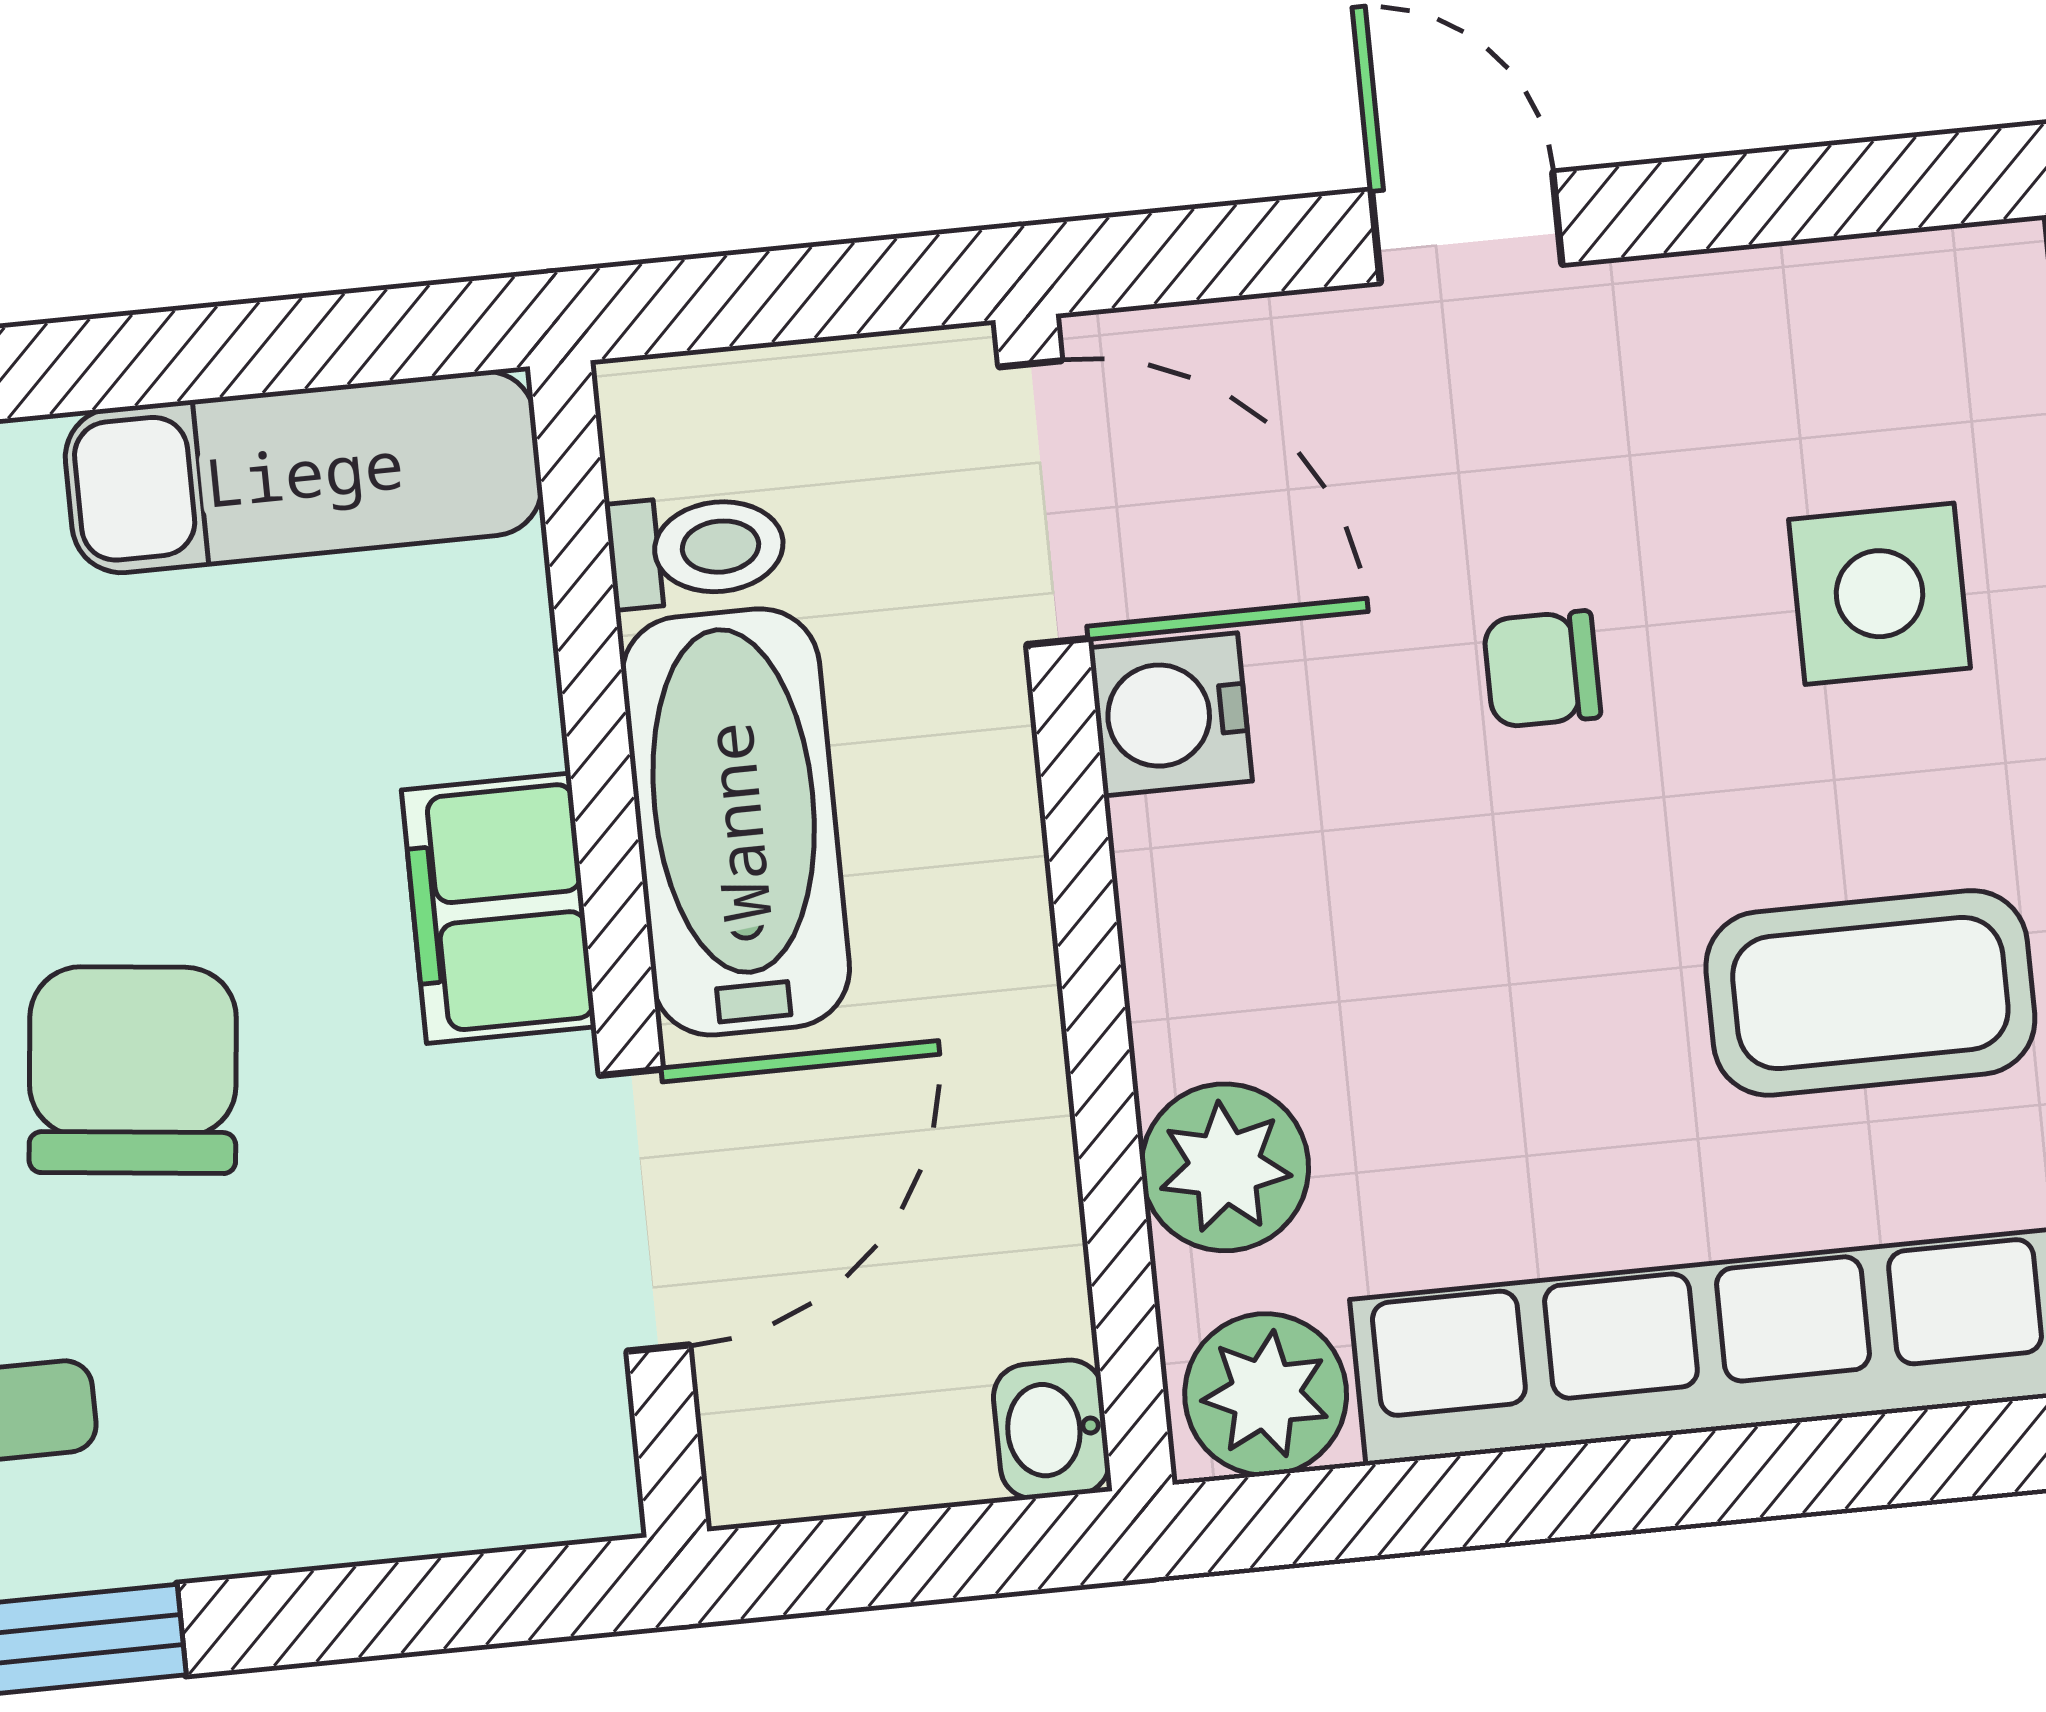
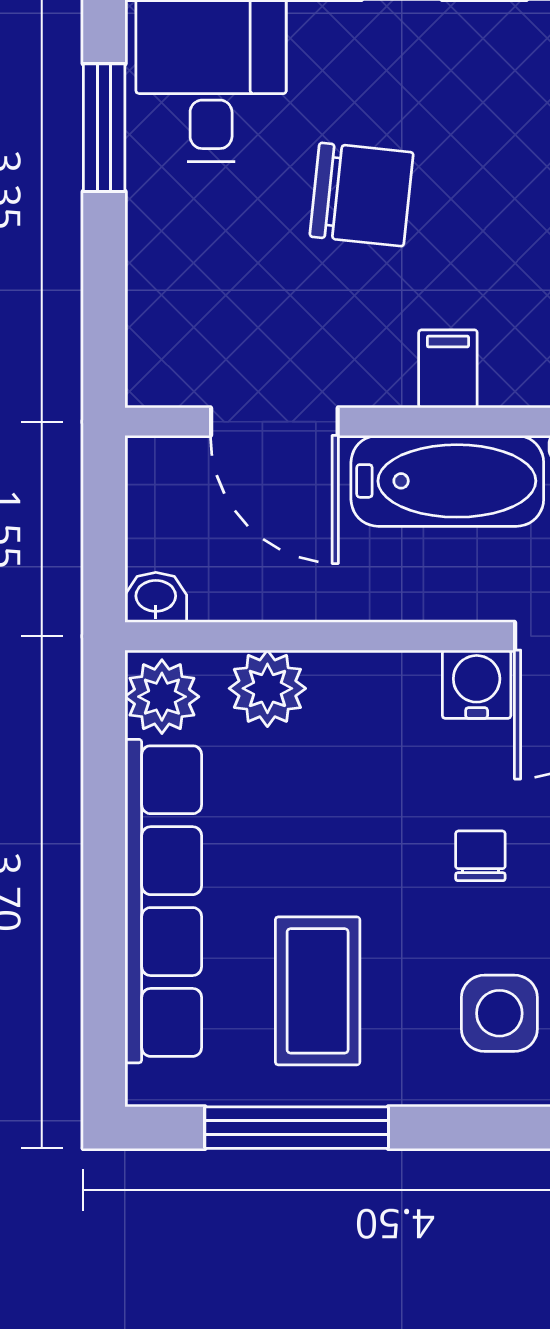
filing cabinet: (499, 908) -> (448, 369), width x0.50

